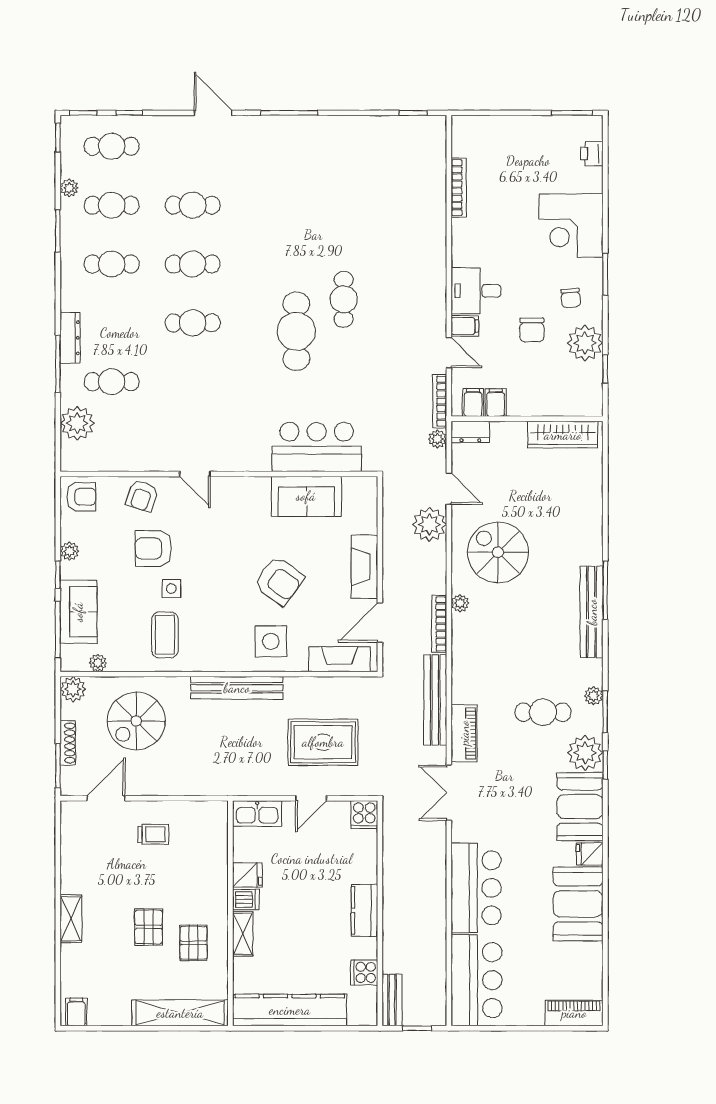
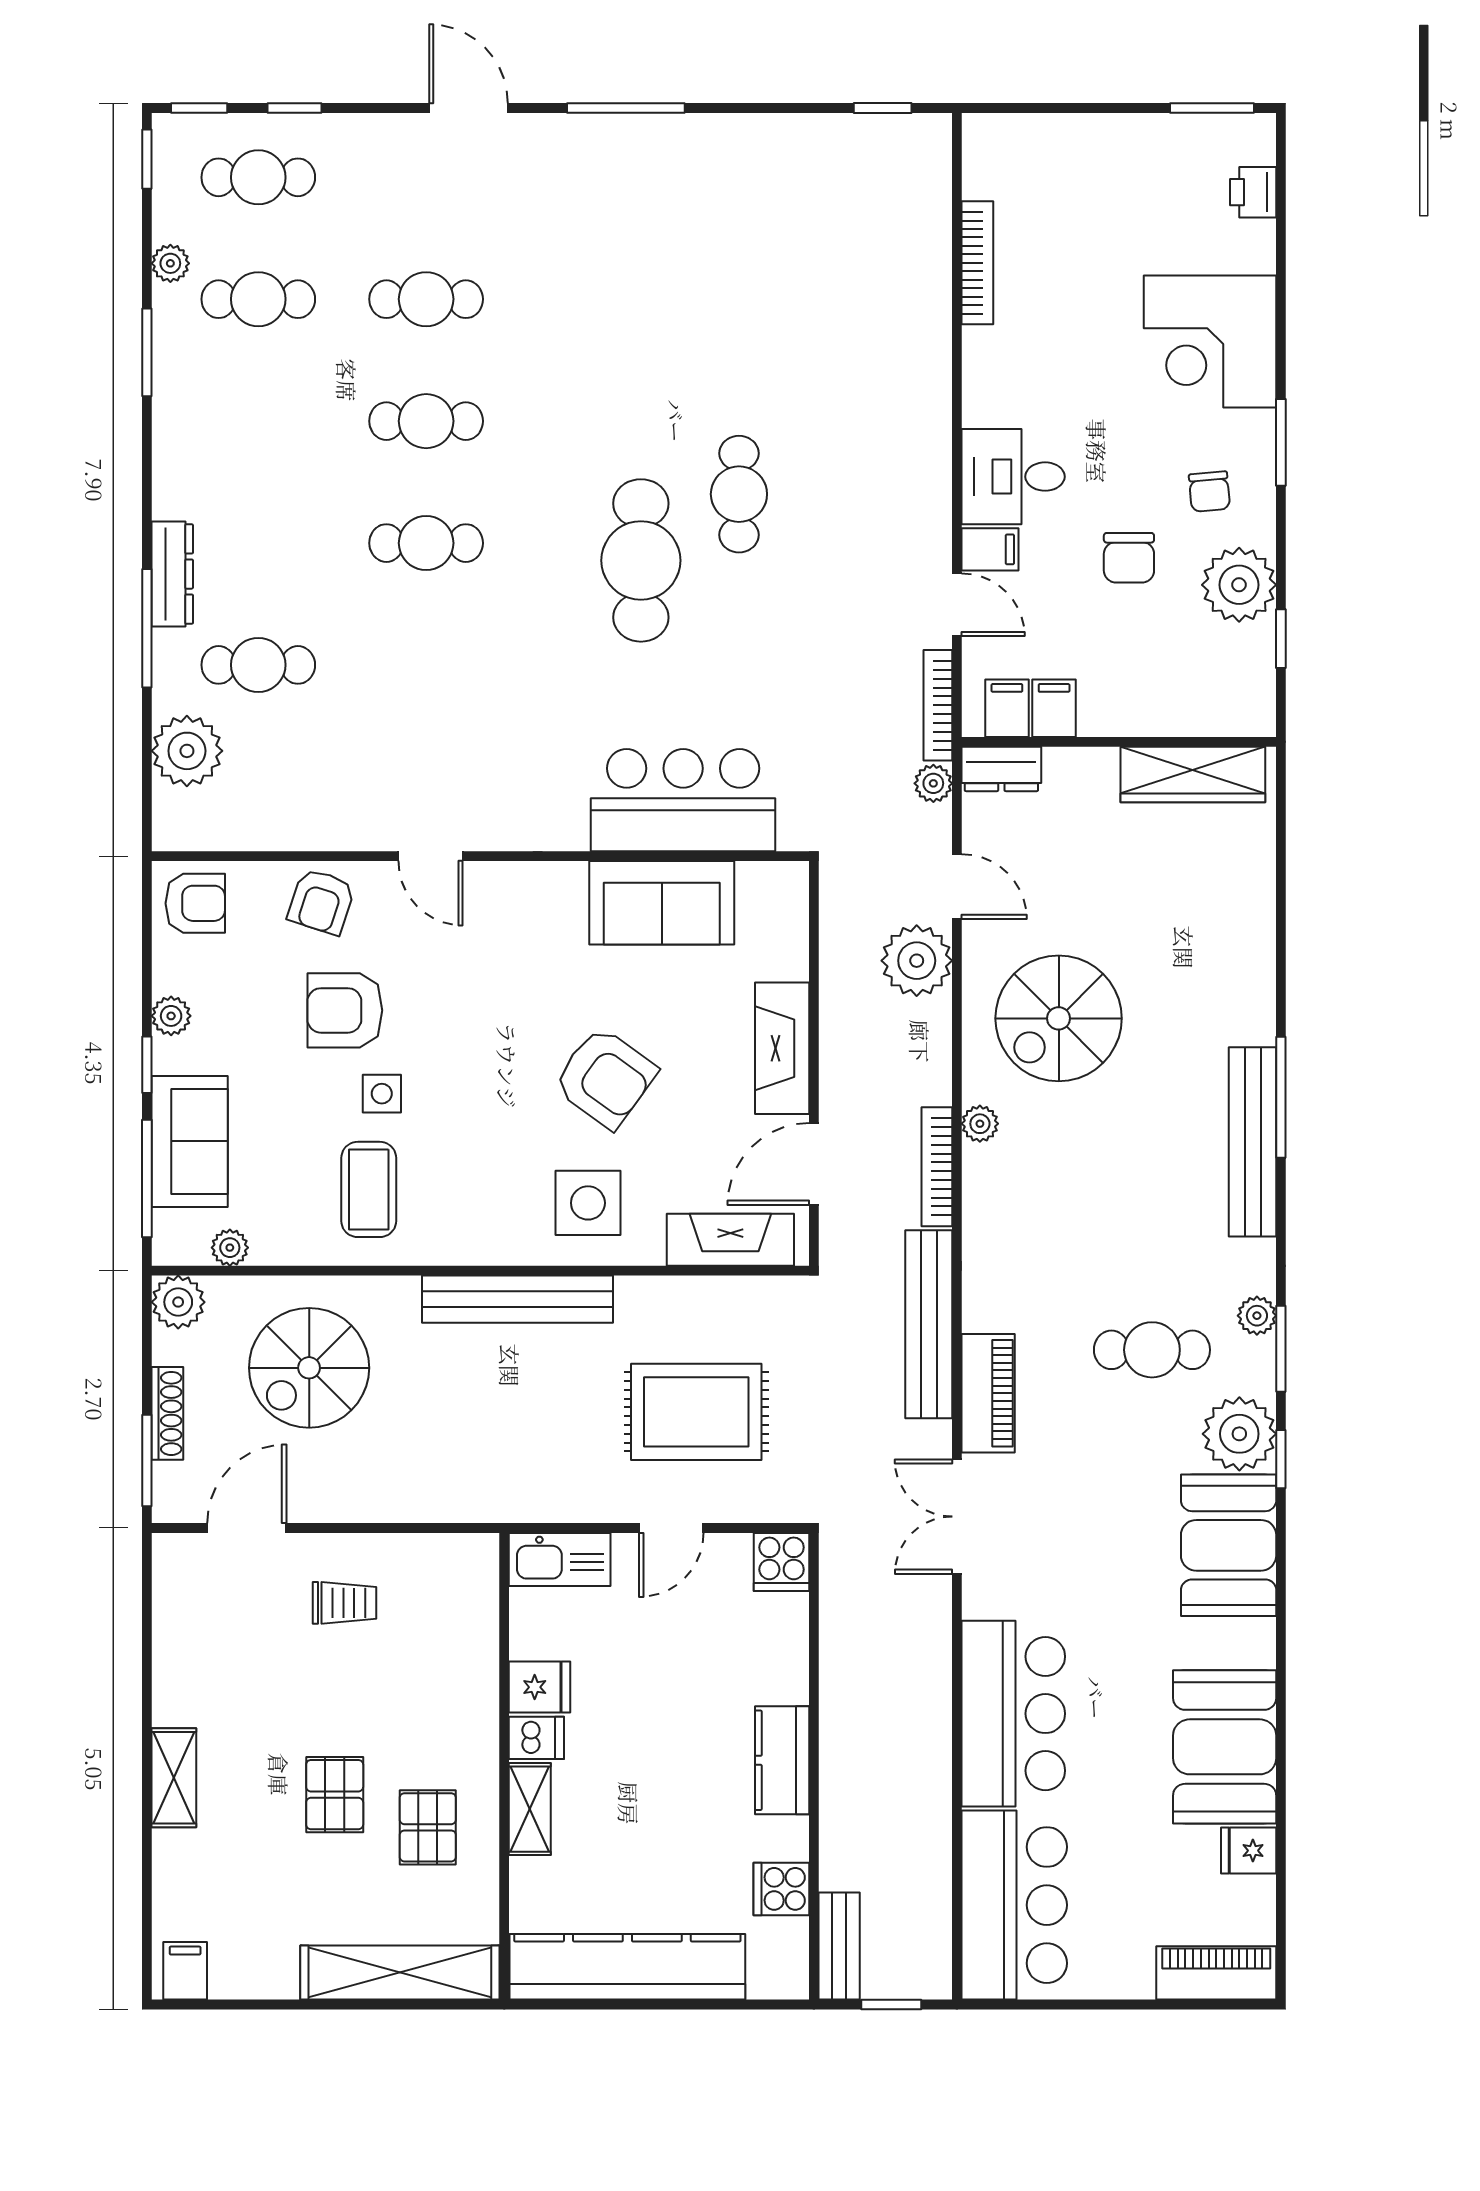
cafe table: (112, 264) -> (258, 421), removed
spiral stairs: (498, 552) -> (1059, 1018), turned -90
fridge: (590, 854) -> (1249, 1851), moved

